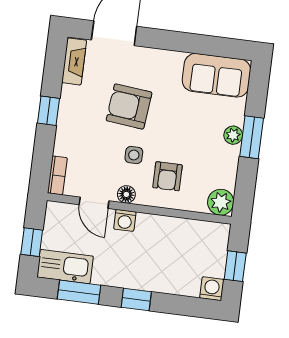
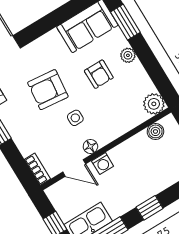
window: (252, 137) -> (125, 22), moved
armchair: (167, 176) -> (99, 74), moved
boiler: (201, 230) -> (155, 131), added

